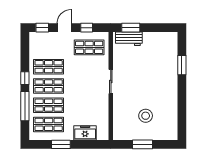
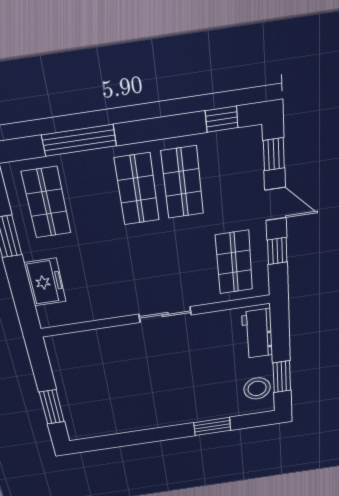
window: (131, 28) -> (282, 377), moved
window: (25, 78) -> (222, 119), moved
shop shelf: (49, 105) -> (92, 196), removed
stool: (146, 116) -> (257, 388), moved
window: (142, 144) -> (52, 407), moved

